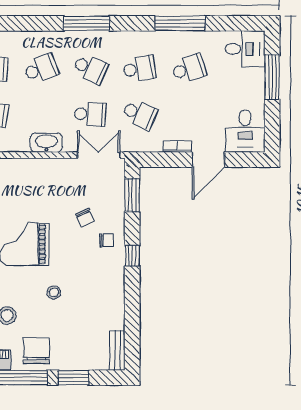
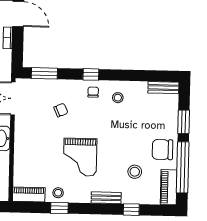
chair: (107, 240) -> (93, 92), moved
stool: (54, 292) -> (118, 98), moved

